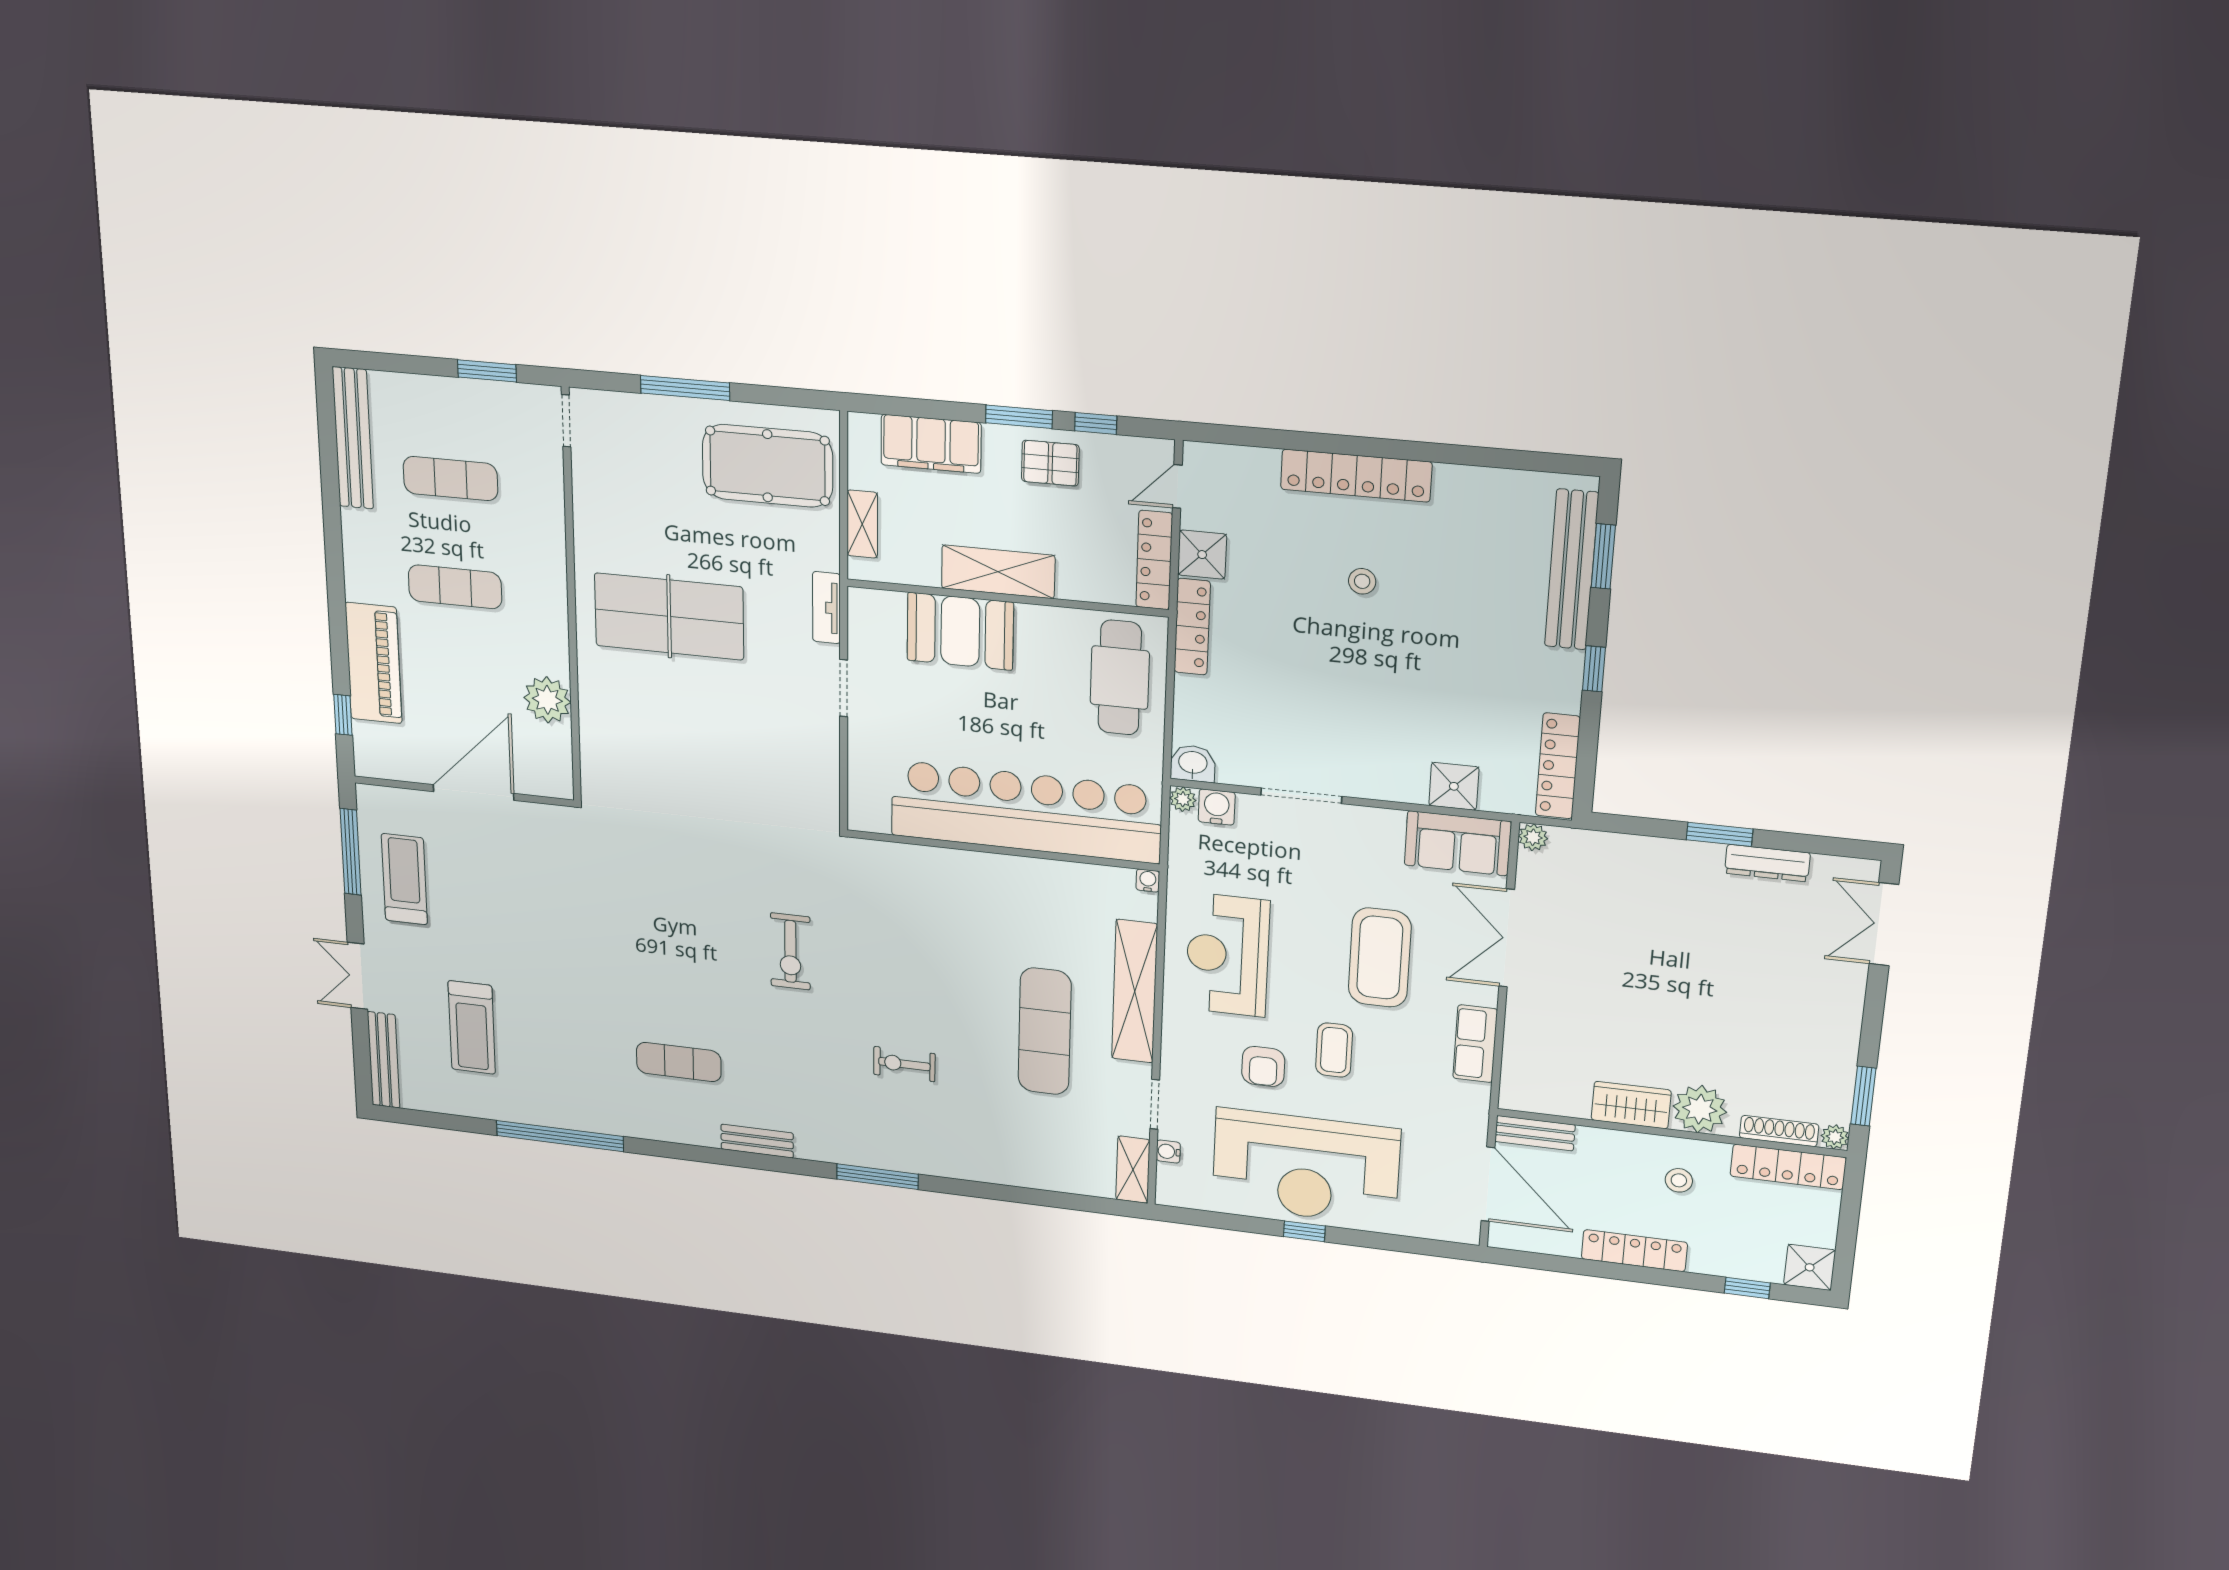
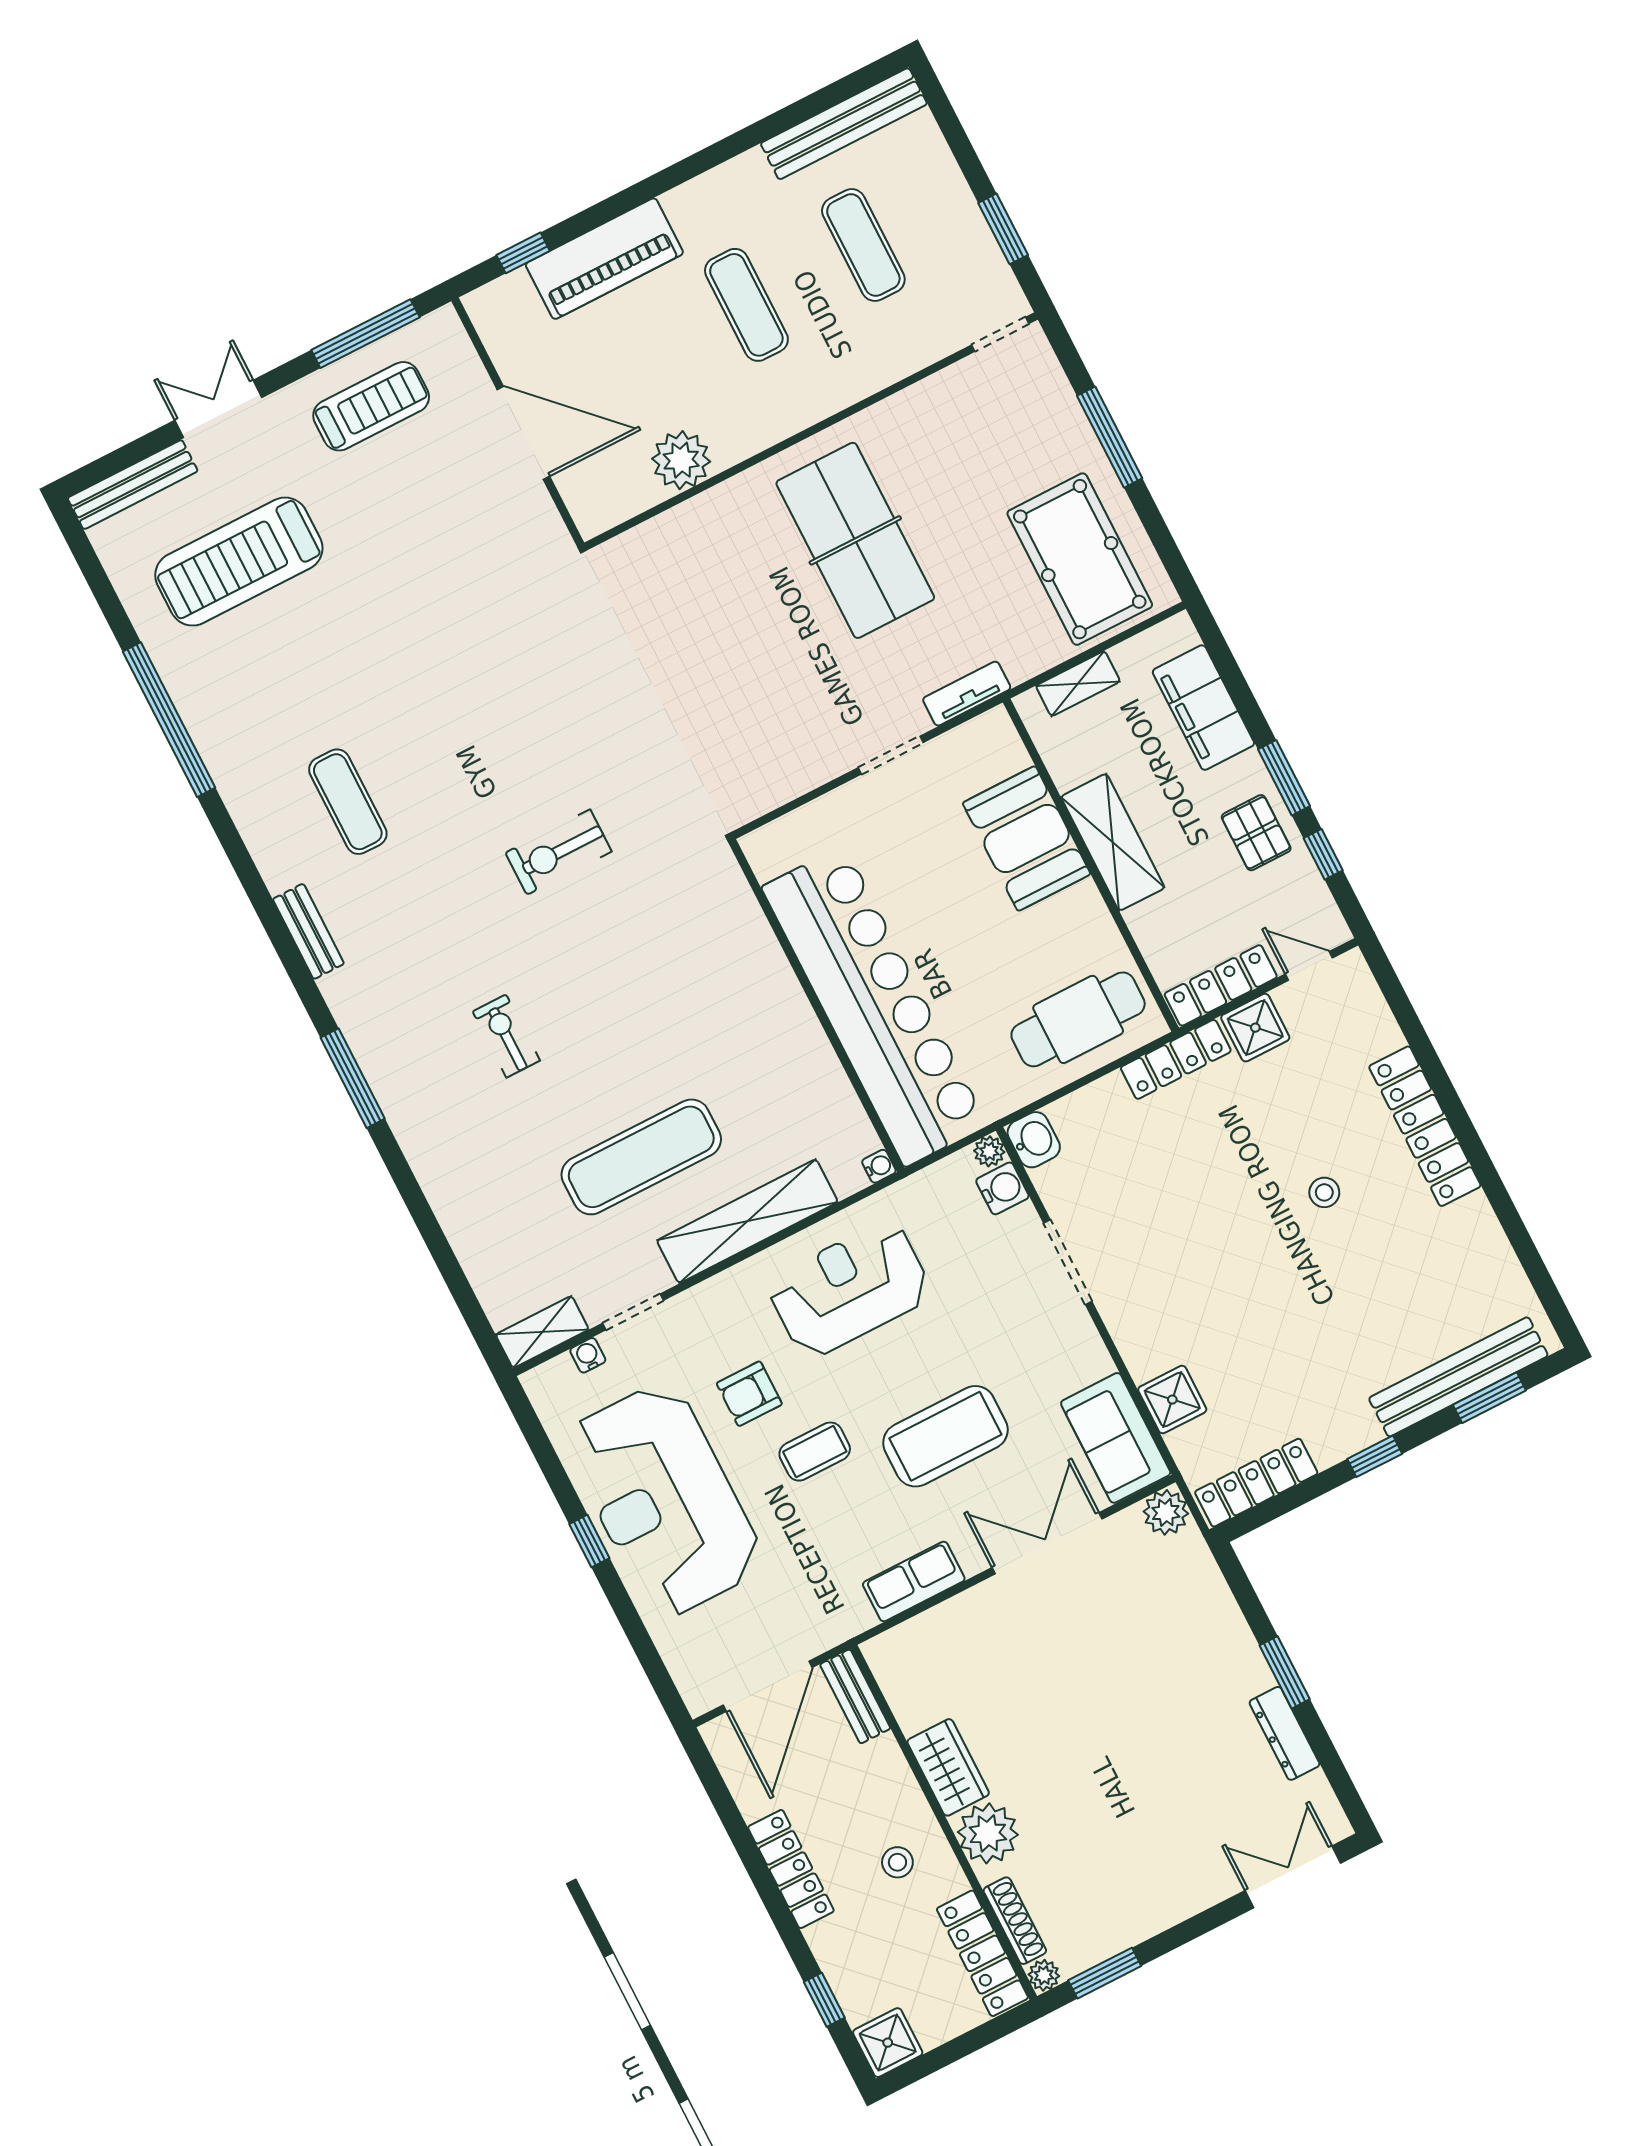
plant: (1533, 837) -> (1166, 1512), width x1.38, depth x1.38
treadmill: (472, 1027) -> (239, 562), width x1.37, depth x1.37

